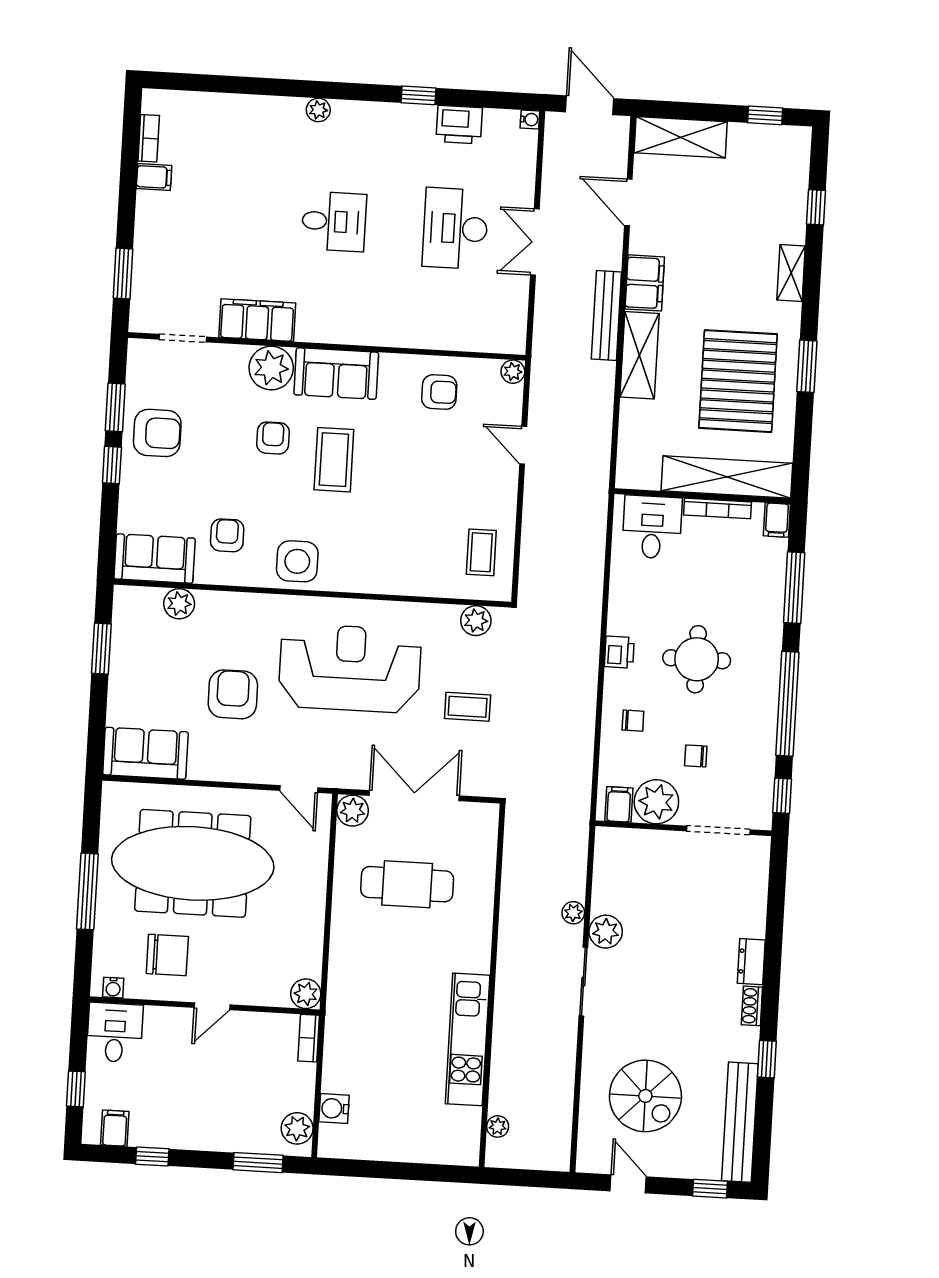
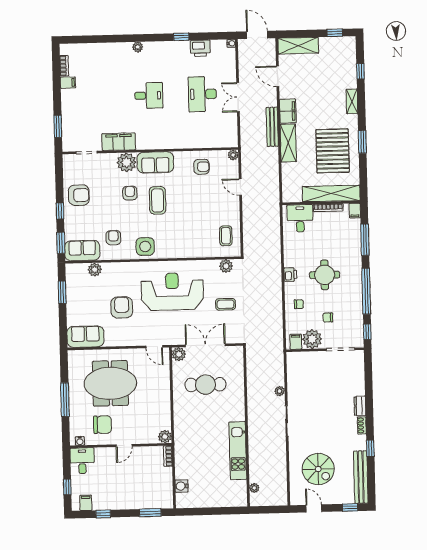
window: (115, 407) -> (61, 243), moved
meeting table: (193, 863) -> (110, 383), width x0.73
plant: (606, 932) -> (295, 398), removed
plant: (297, 1128) -> (166, 496), removed

